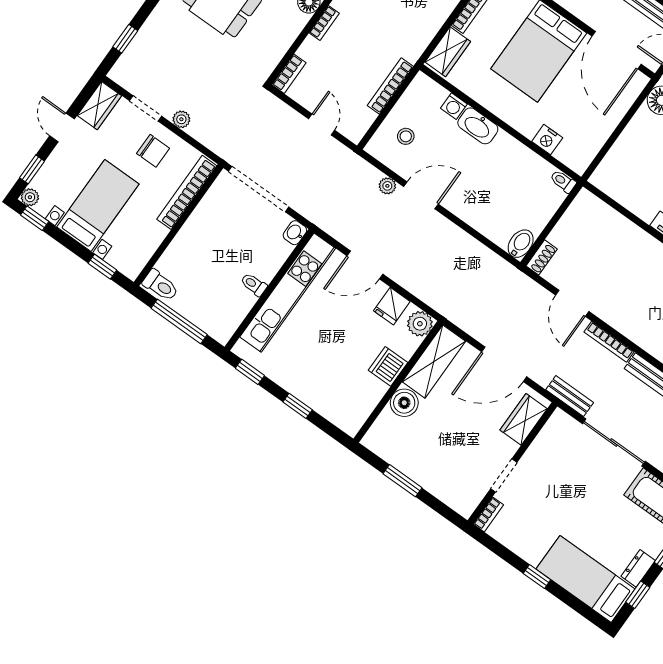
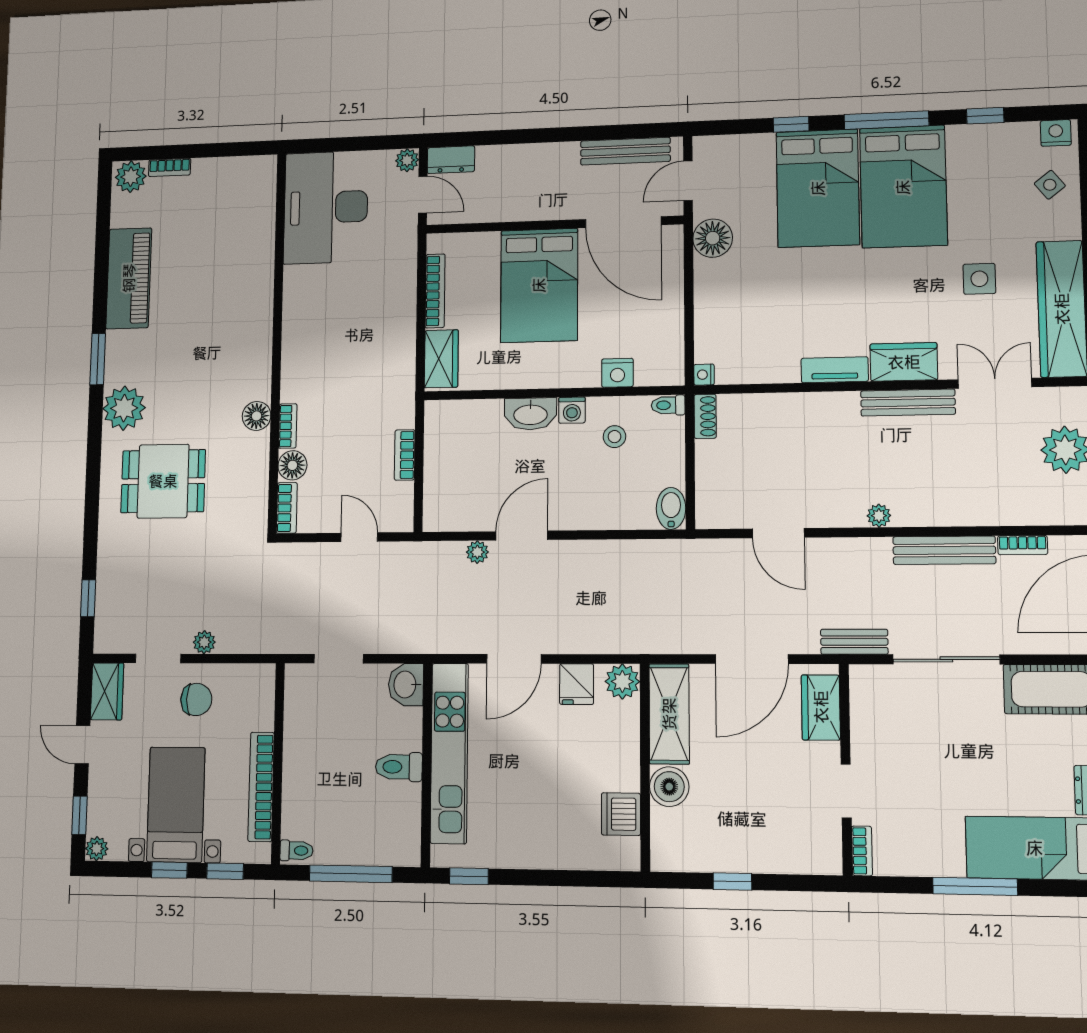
floor lamp: (310, 50) -> (292, 465), added
bookcase: (390, 86) -> (405, 455), width x0.64
washing machine: (454, 106) -> (572, 410), moved
stool: (406, 136) -> (614, 437), moved
nightstand: (597, 179) -> (704, 375), added
doorway: (259, 189) -> (339, 659), width x0.53
bookcase: (187, 192) -> (261, 787), moved
window: (35, 218) -> (169, 870), moved
washbasin: (295, 233) -> (406, 685), width x1.38, depth x1.45
shoe rack: (542, 257) -> (705, 416), moved
toilet: (254, 284) -> (399, 767), width x1.37, depth x1.39
toilet: (161, 285) -> (296, 851), width x0.73, depth x0.72
plant: (637, 335) -> (879, 516), added
bookcase: (609, 342) -> (853, 547), removed
dishwasher: (388, 366) -> (621, 814), moved
window: (298, 406) -> (550, 878), removed
window: (403, 481) -> (732, 882), width x0.67
window: (537, 577) -> (975, 886), width x2.17

